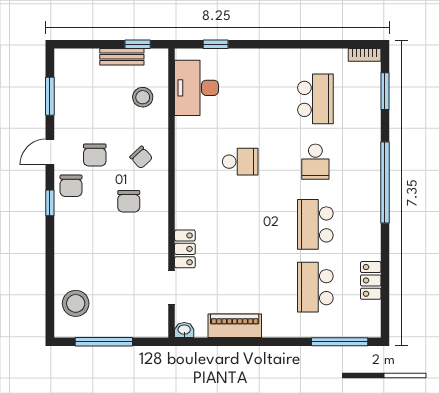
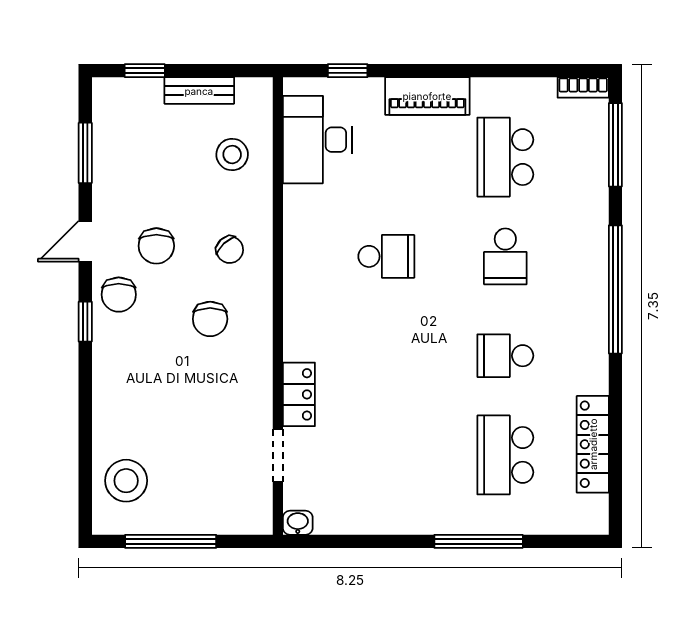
window: (138, 44) -> (145, 71), moved
window: (385, 91) -> (615, 145), width x1.44
school desk: (315, 99) -> (505, 157), turned 180
school desk: (315, 224) -> (505, 356), width x0.54
locker: (371, 280) -> (593, 444), width x1.53
piano: (235, 326) -> (427, 96), moved, turned 180
window: (340, 342) -> (479, 541), moved

